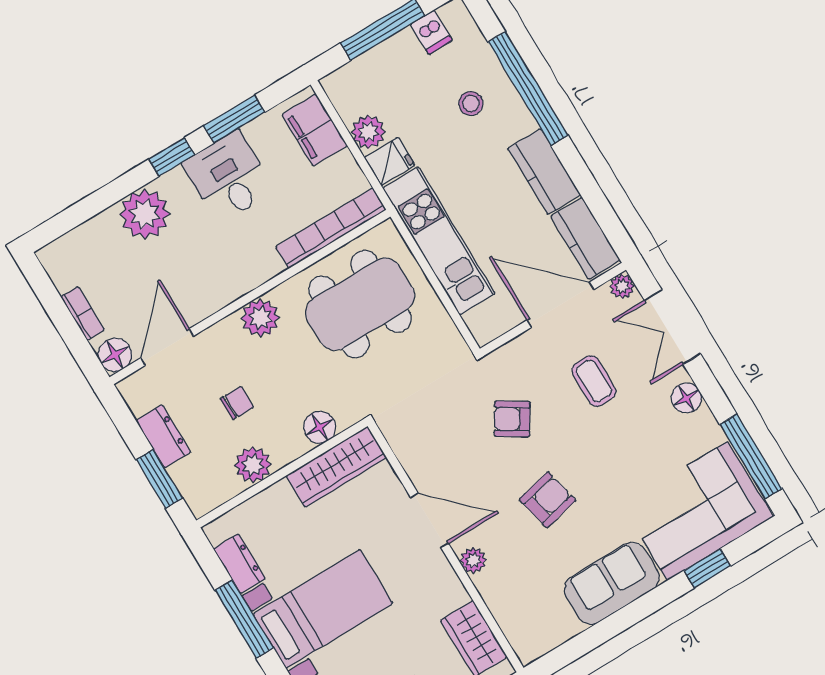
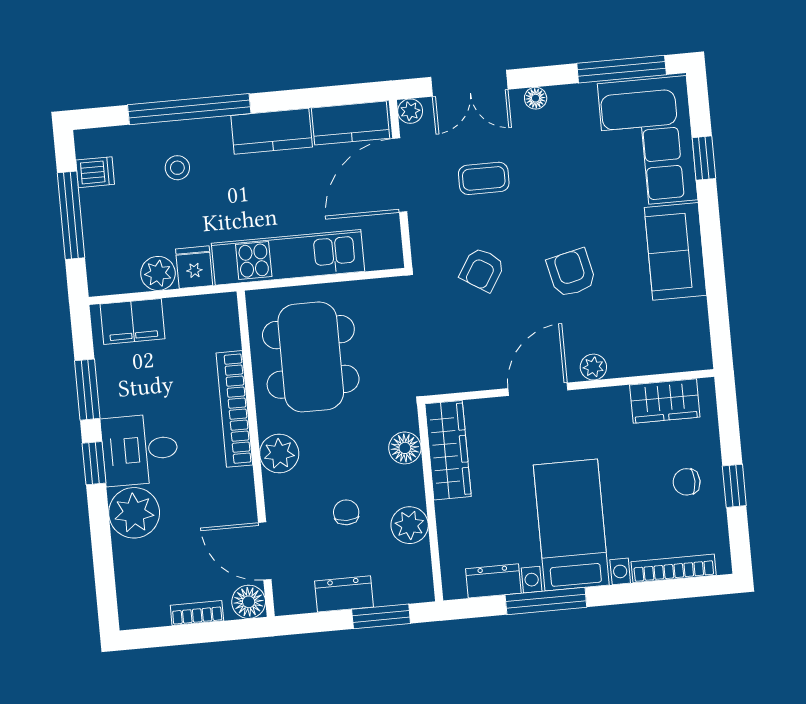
desk: (228, 177) -> (140, 450), moved
bookcase: (331, 228) -> (234, 409), moved
floor lamp: (686, 398) -> (536, 98), width x0.73, depth x0.73

